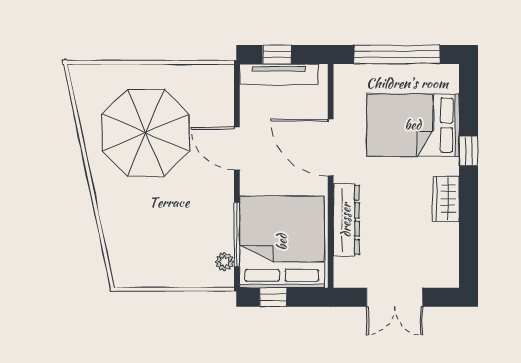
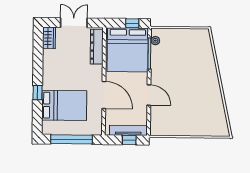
parasol: (146, 133) -> (193, 103), removed
wardrobe: (446, 199) -> (49, 38), moved
dresser: (346, 220) -> (97, 47), moved

